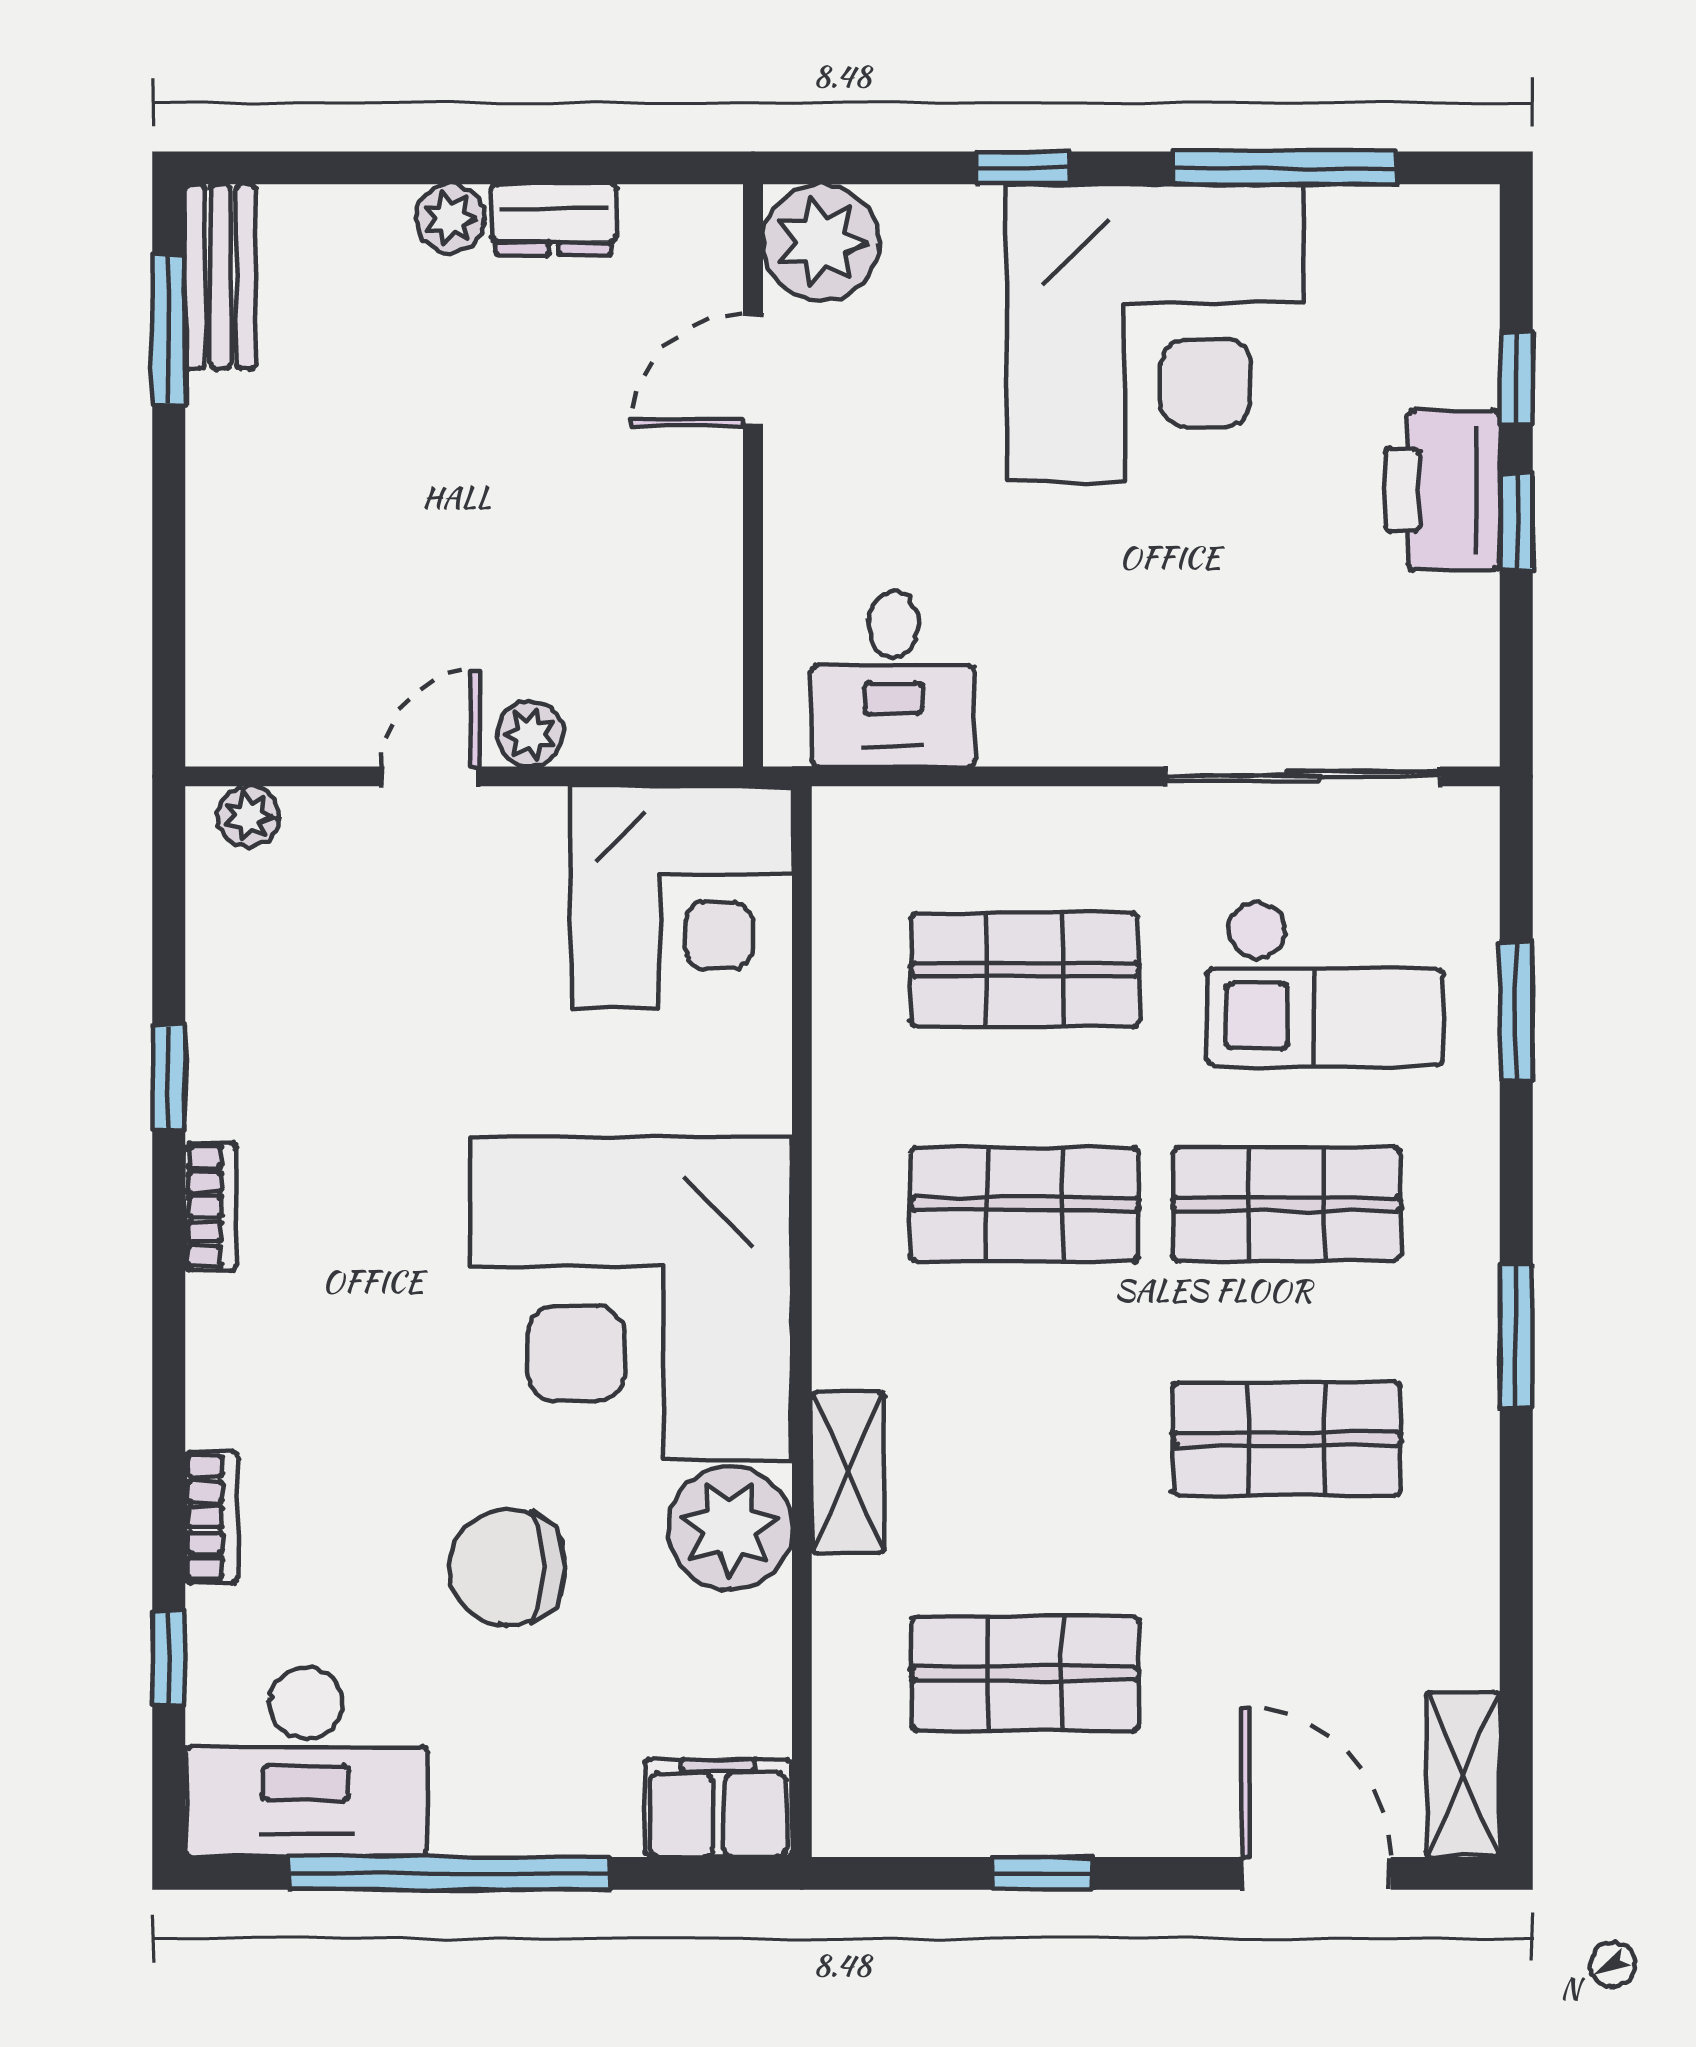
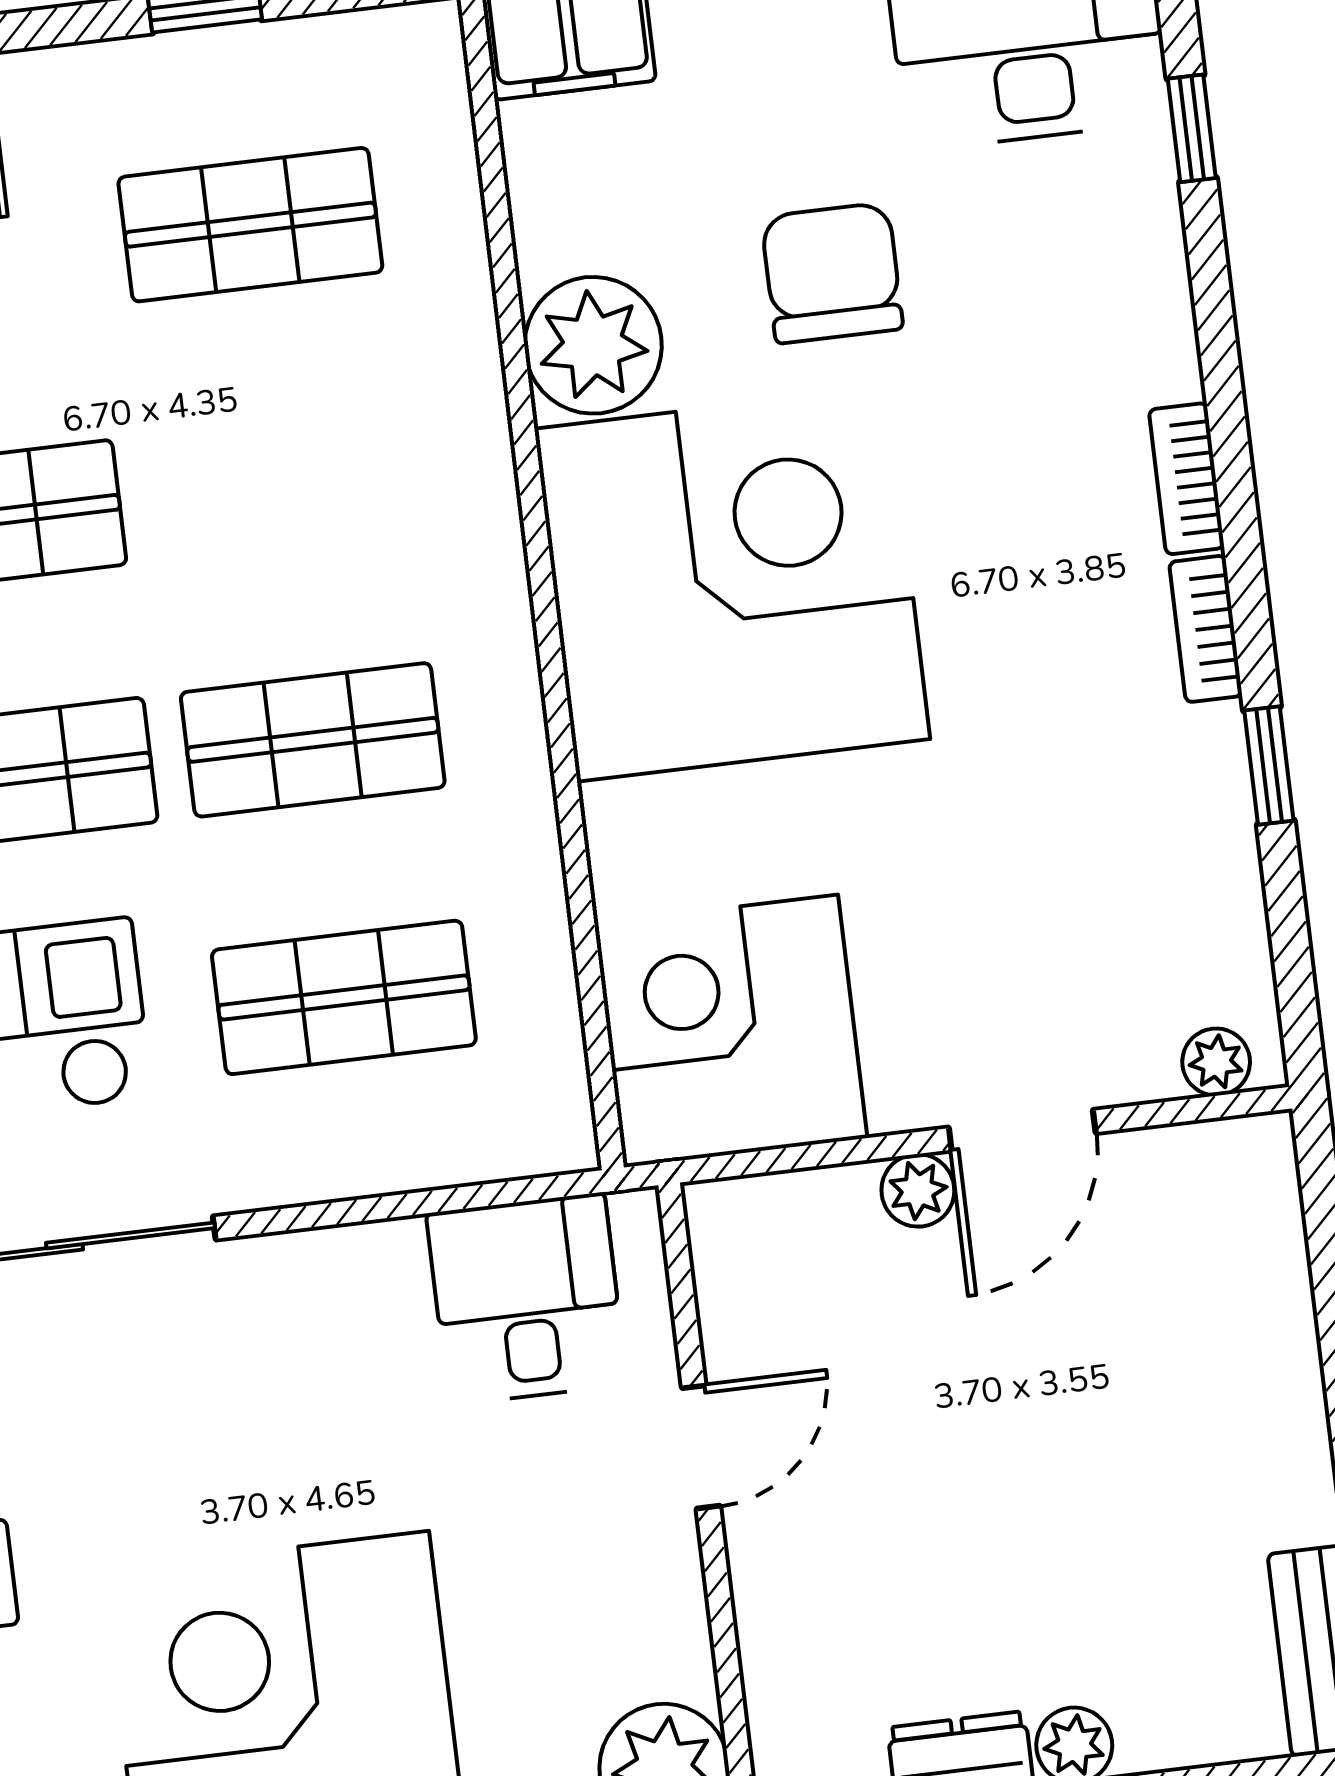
door: (753, 370) -> (701, 1447), moved
door: (430, 776) -> (1022, 1130), width x1.37
shelving: (848, 1473) -> (471, 422), removed
bookcase: (212, 1517) -> (1187, 479), moved
chair: (508, 1567) -> (832, 273), turned -90

